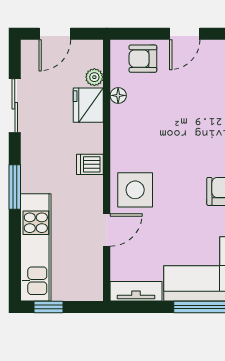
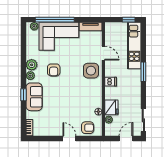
door: (185, 34) -> (69, 139), hinge flipped
sliding door: (15, 106) -> (143, 120), moved
door: (107, 230) -> (103, 53), swing flipped

